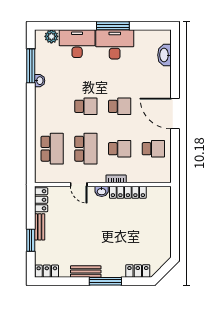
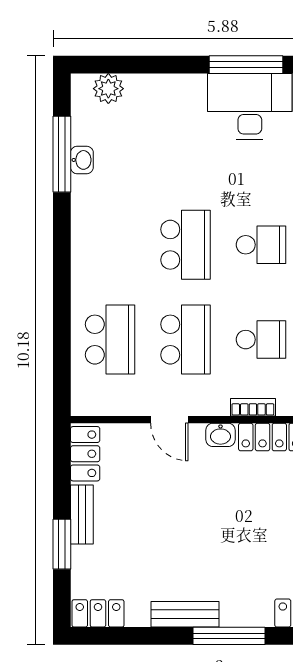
desk: (77, 44) -> (166, 104), removed
washbasin: (40, 81) -> (82, 160), moved
school desk: (86, 106) -> (185, 245), width x1.85

